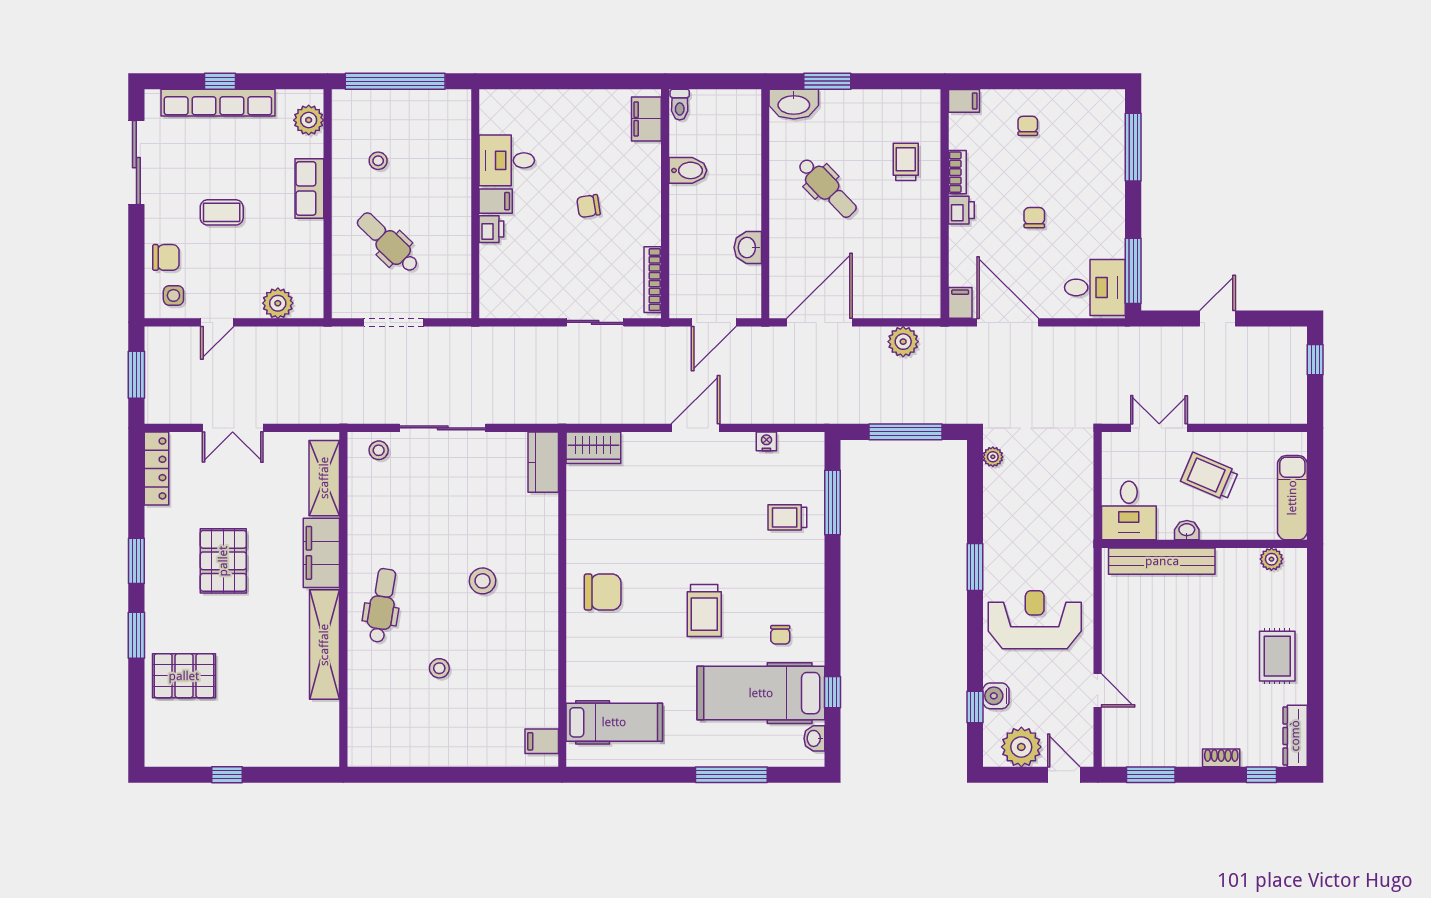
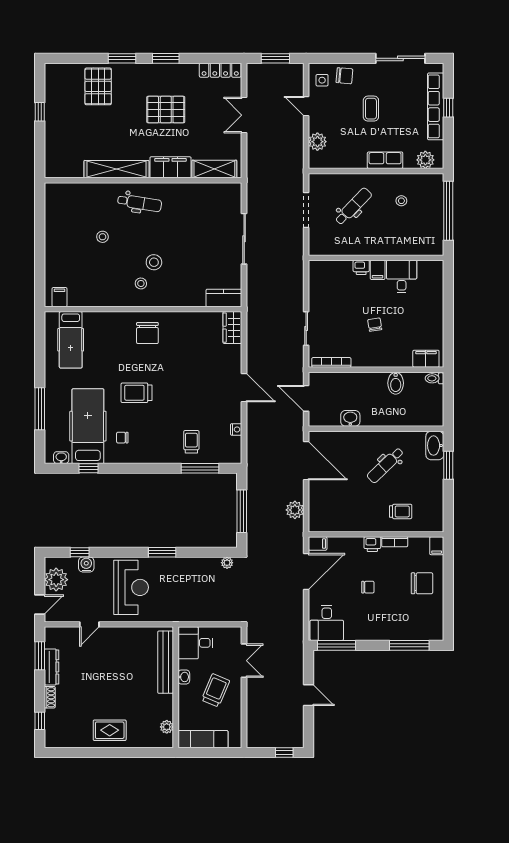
chair: (1028, 126) -> (422, 583), width x1.87, depth x1.87
chair: (166, 257) -> (344, 76), turned -85
stool: (379, 450) -> (141, 283), moved
dresser: (1295, 736) -> (52, 667), moved, turned 90

